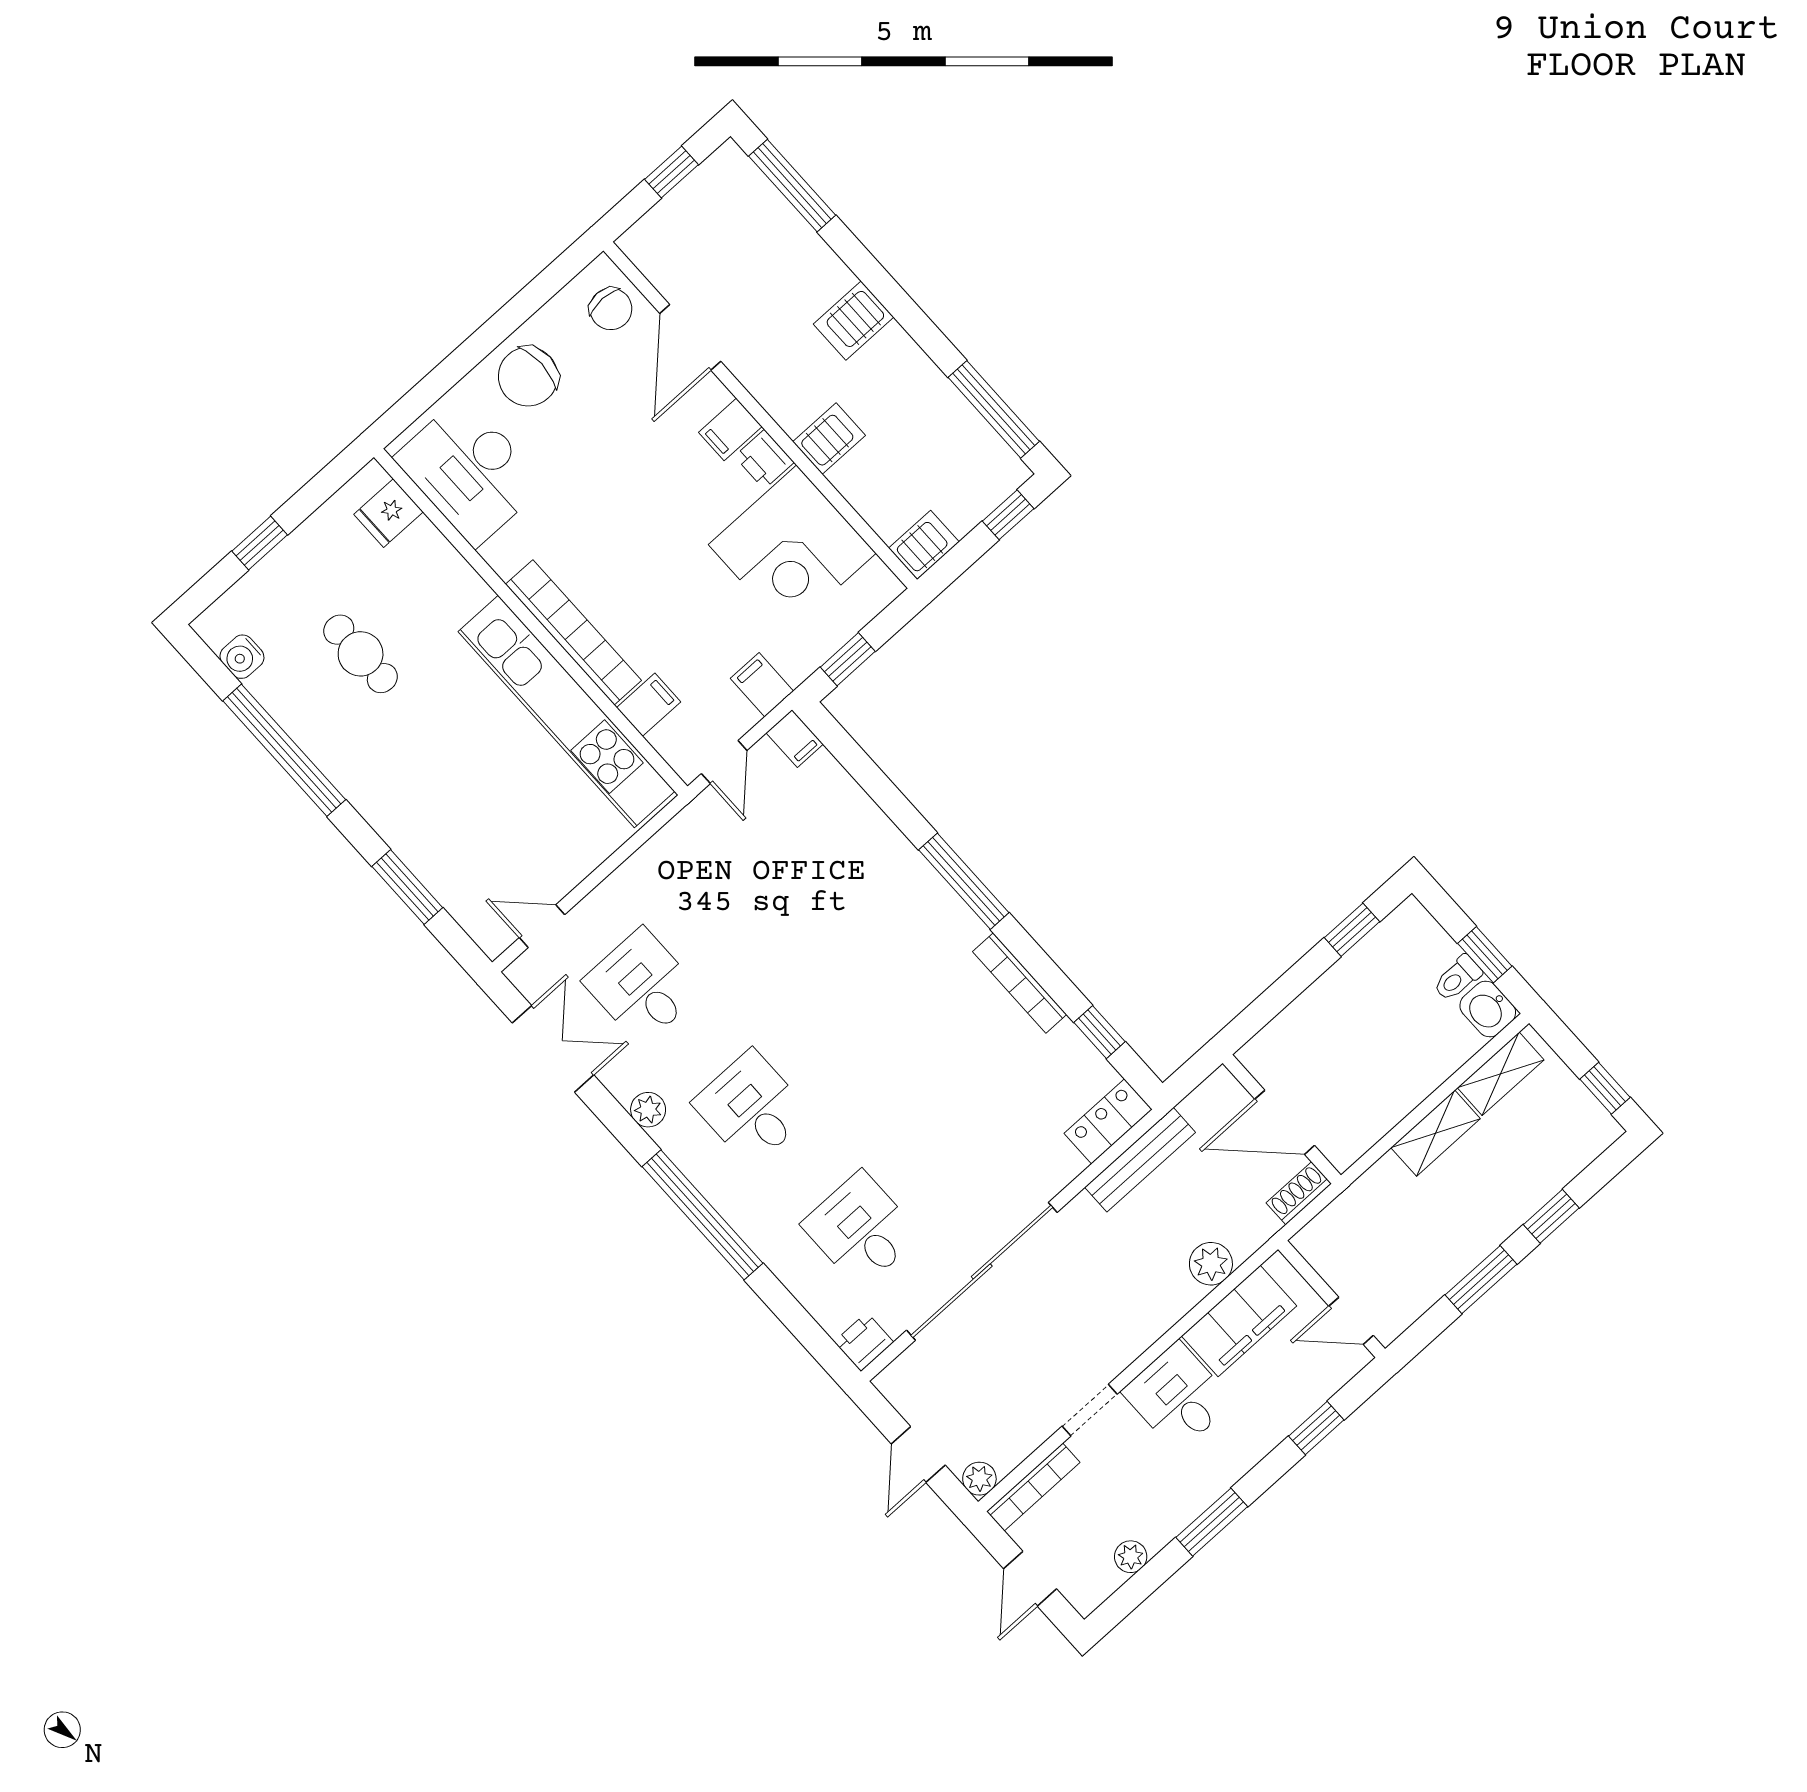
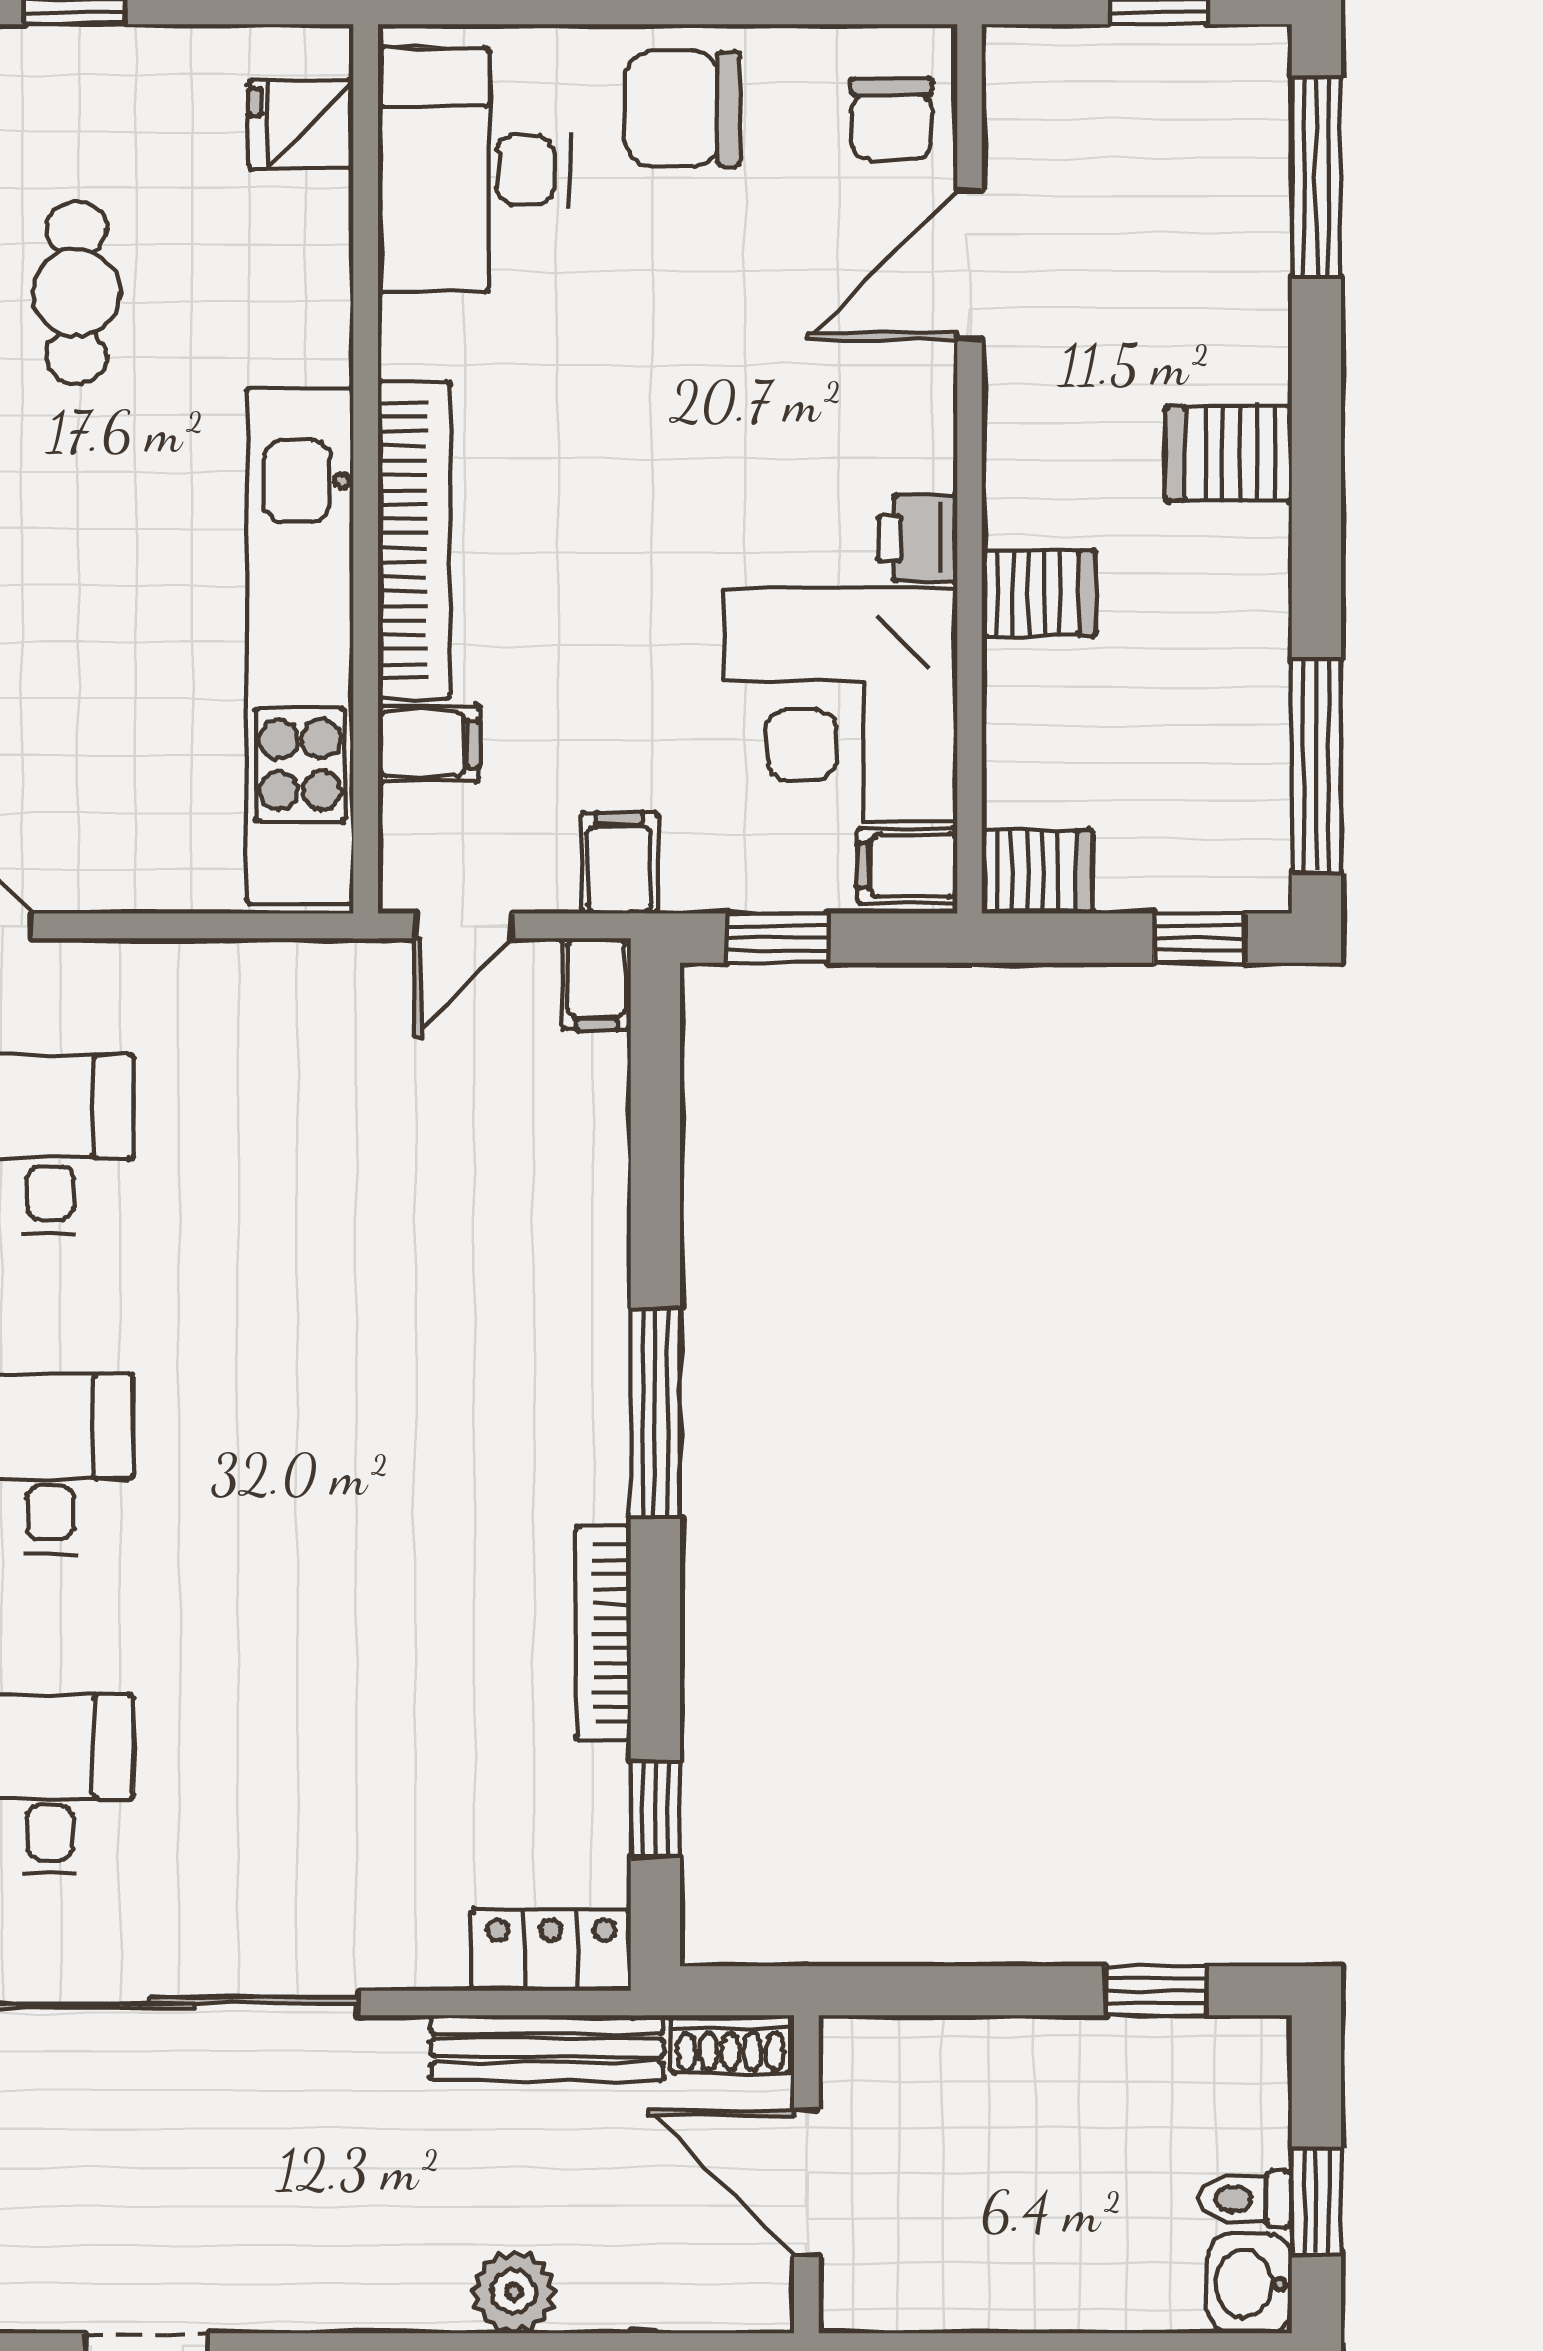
filing cabinet: (730, 429) -> (907, 866), moved
shoe rack: (1299, 1193) -> (731, 2044), moved, turned 180

